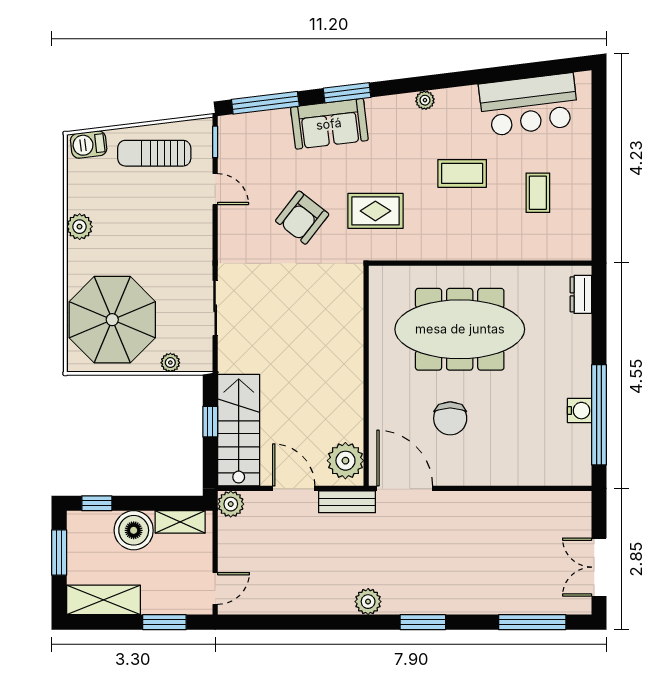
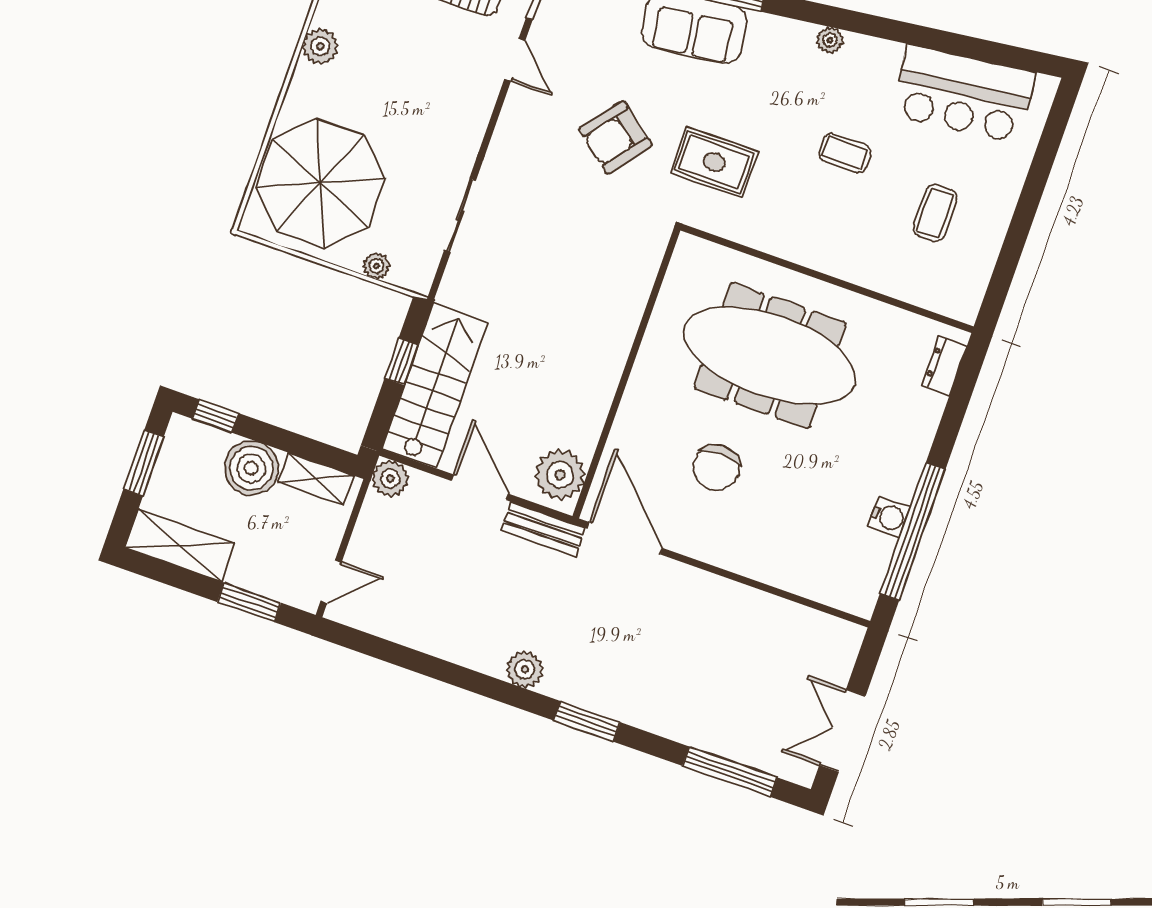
coffee table: (462, 173) -> (845, 153), width x0.73, depth x0.77

